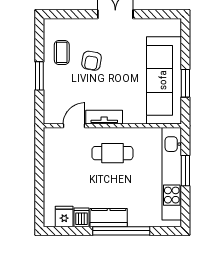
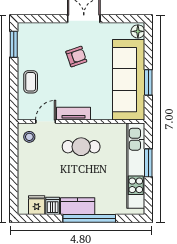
floor lamp: (174, 28) -> (138, 31), added
coffee table: (62, 52) -> (31, 82), moved
armchair: (92, 61) -> (76, 57), moved, turned -118
window: (39, 76) -> (14, 44), moved
stool: (56, 142) -> (29, 137), added

